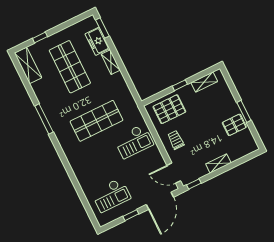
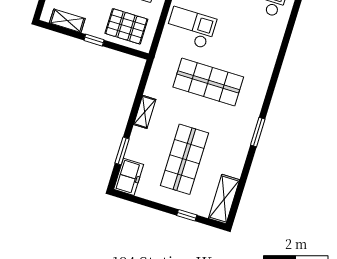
window: (102, 28) -> (122, 151), moved
freezer: (97, 41) -> (129, 177), moved
shelving: (111, 62) -> (145, 112), moved
window: (44, 119) -> (258, 132), width x0.69

